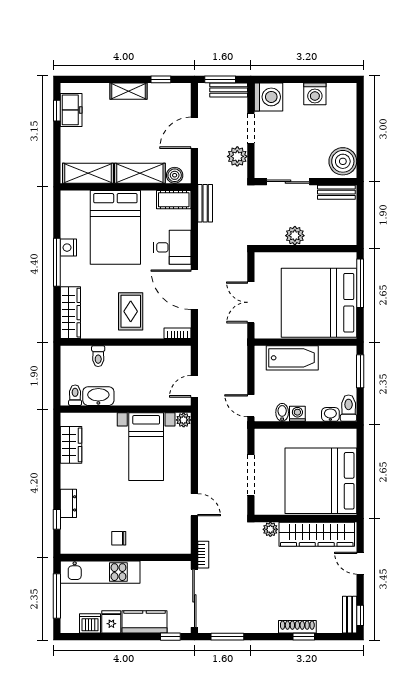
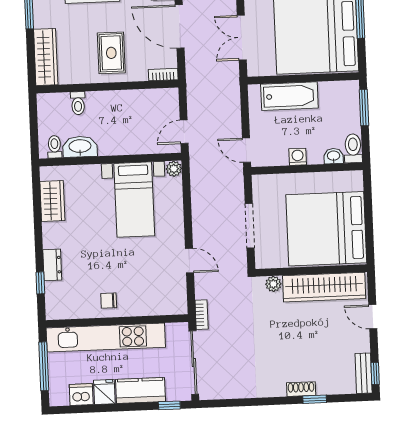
bidet: (282, 412) -> (281, 156), removed
kitchen unit: (100, 572) -> (106, 338), width x1.36
shoe rack: (297, 627) -> (301, 389), width x0.70
window: (227, 637) -> (231, 403), removed

